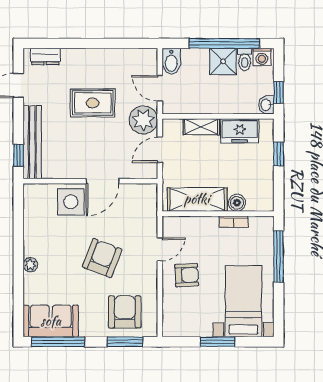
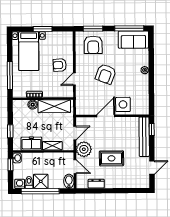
dresser: (45, 56) -> (96, 184), moved

